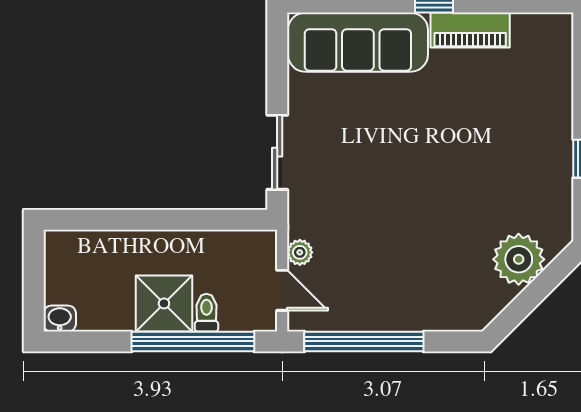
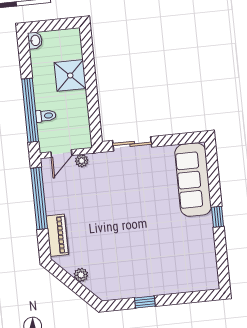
piano: (470, 30) -> (57, 235), moved, turned 180
plant: (519, 259) -> (81, 275), width x0.53, depth x0.53
shower: (164, 303) -> (70, 75), moved

